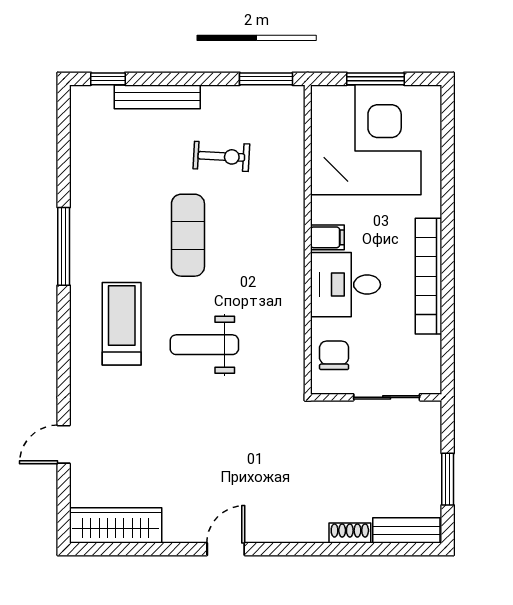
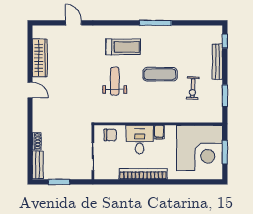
window: (266, 79) -> (225, 96), moved
wardrobe: (116, 525) -> (40, 58), moved

